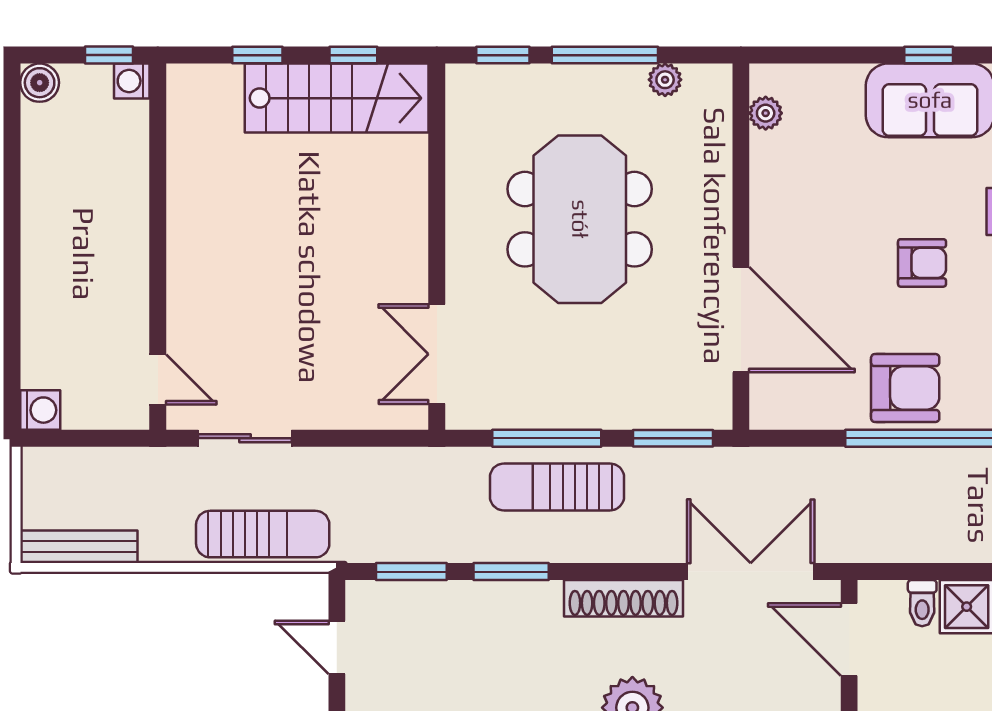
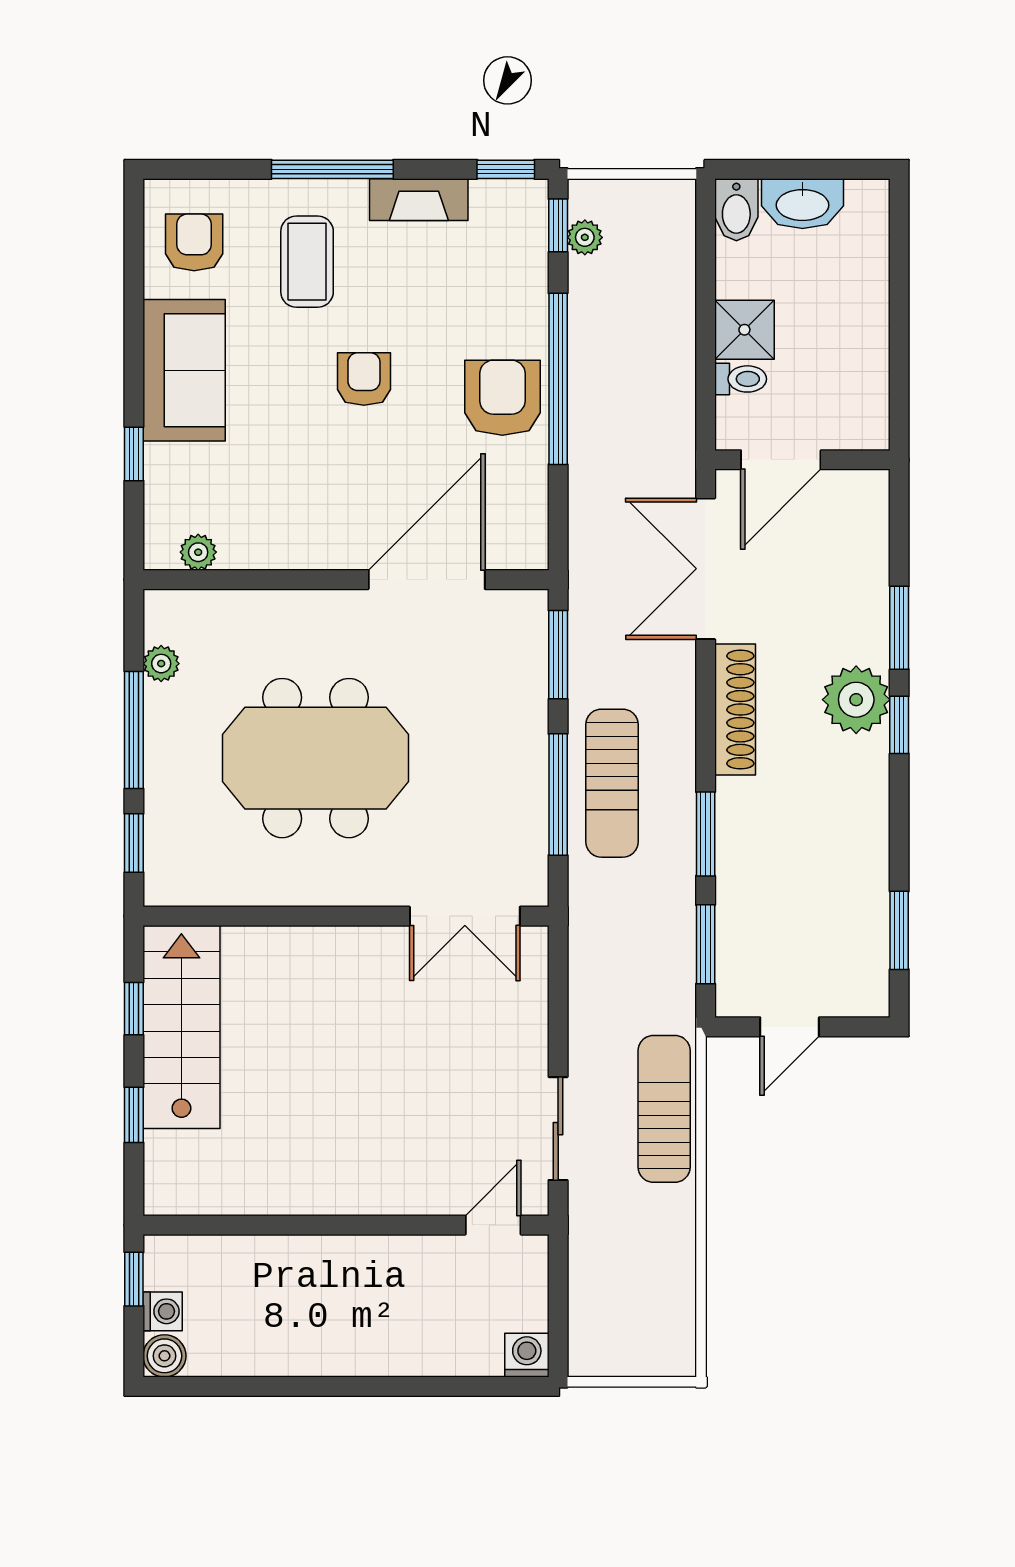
window: (929, 55) -> (134, 454), moved
washing machine: (132, 81) -> (163, 1311), moved, turned -90
bench: (79, 547) -> (678, 1312), removed

